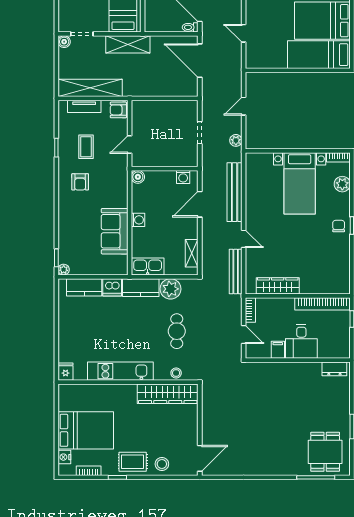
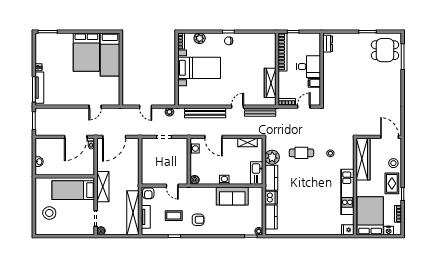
kitchen unit: (120, 371) -> (347, 192), moved
fridge: (66, 372) -> (348, 230), moved
wall: (128, 382) -> (355, 187), moved
wardrobe: (168, 394) -> (363, 159), moved

